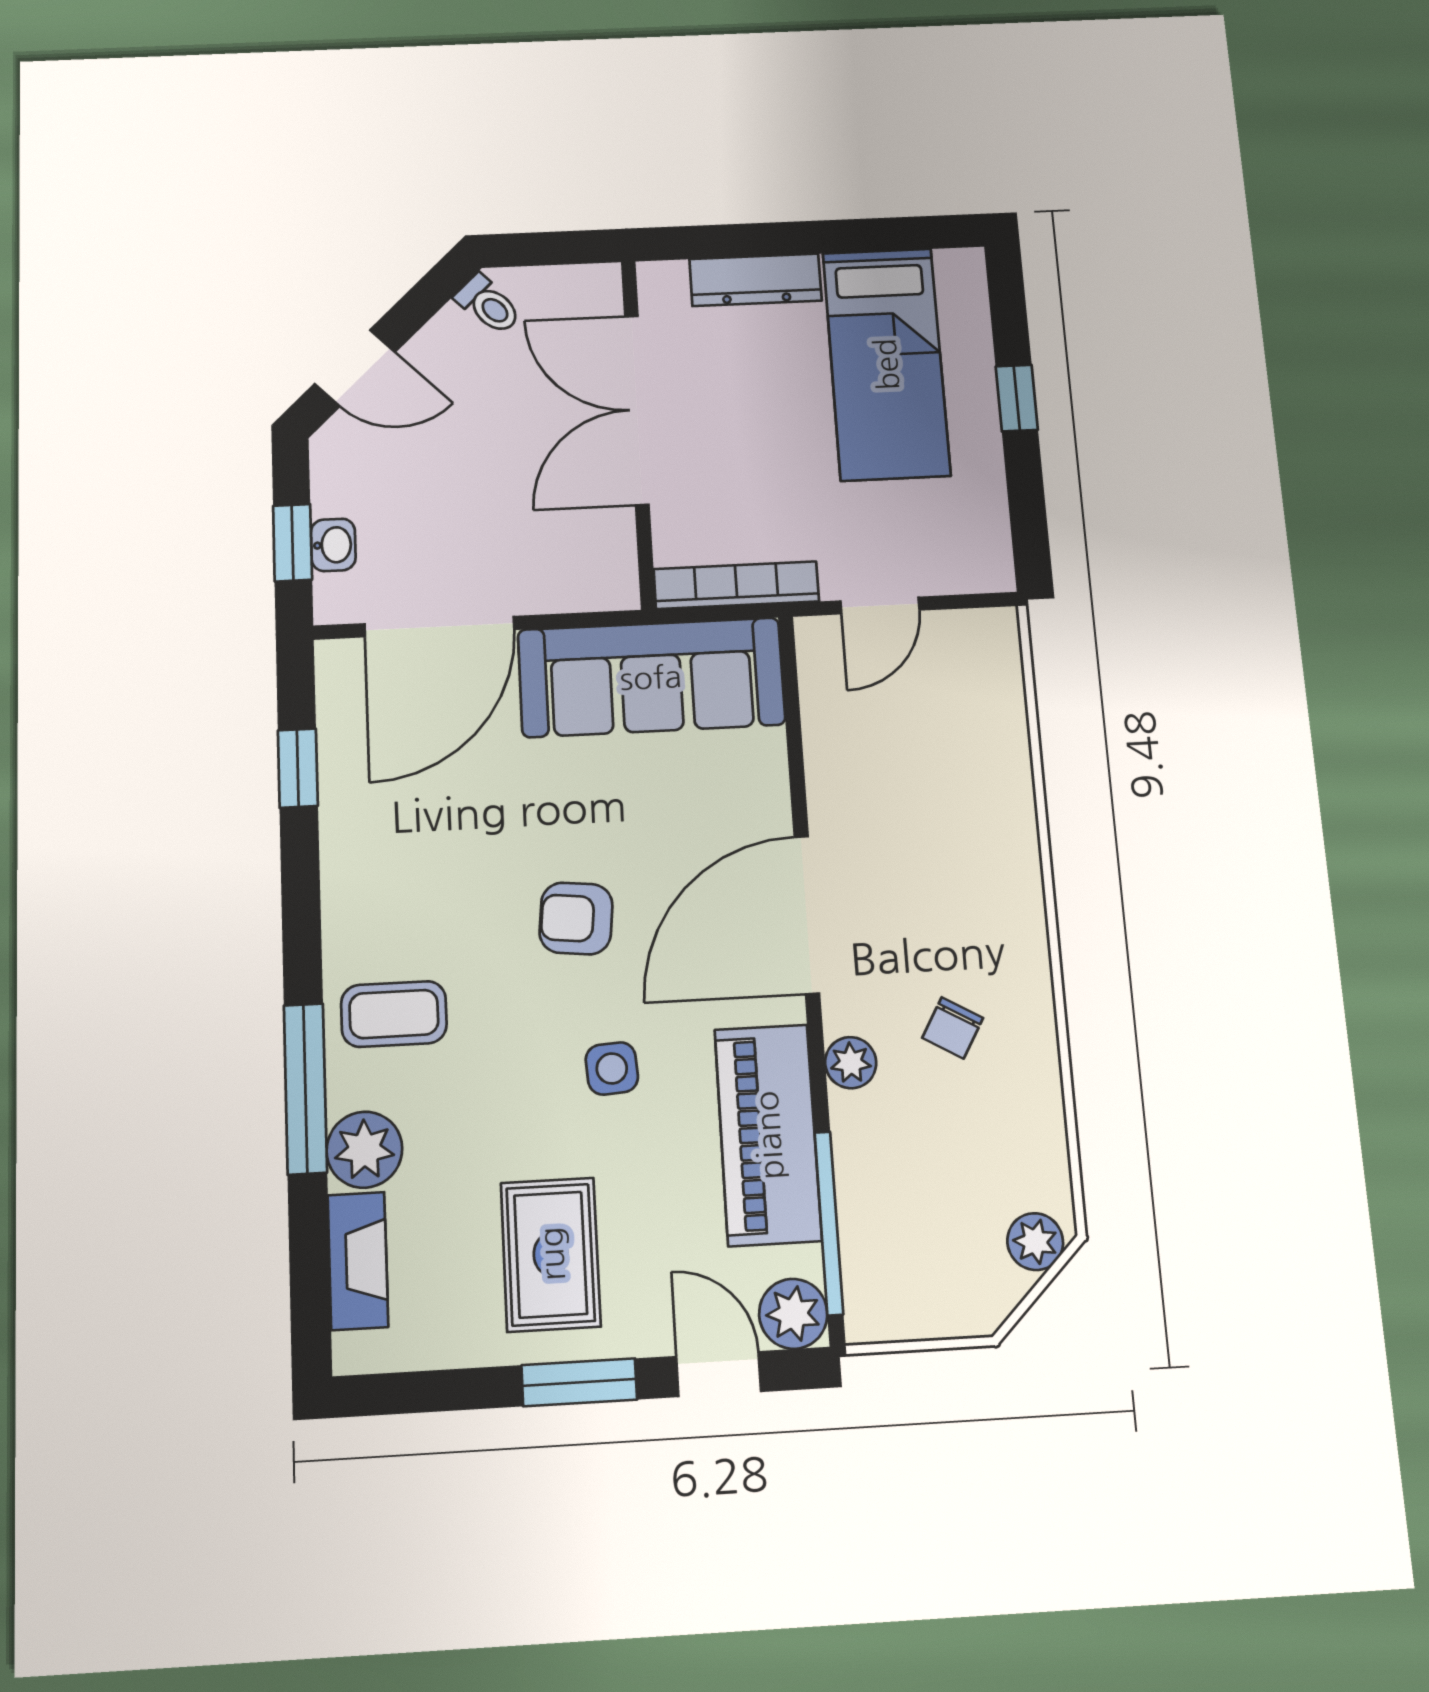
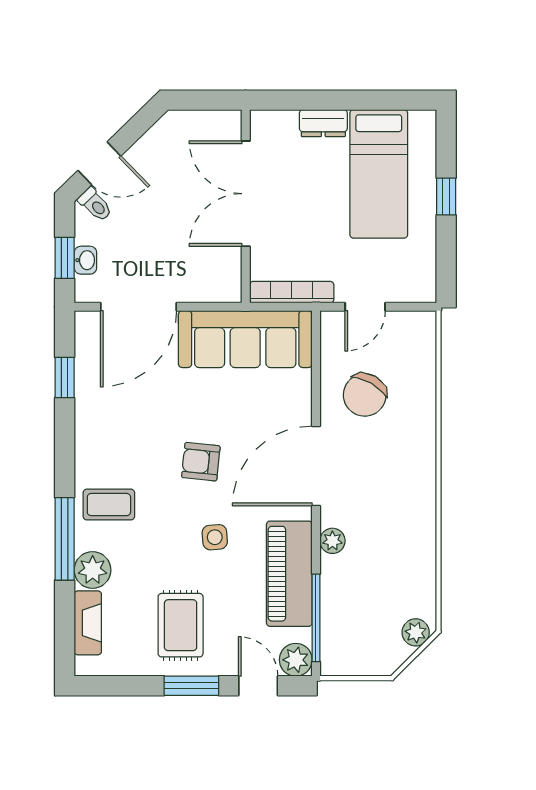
dresser: (755, 280) -> (323, 123), width x0.70
toilet: (488, 305) -> (95, 204), moved
chair: (953, 1028) -> (365, 395), moved, width x1.87, depth x1.87

